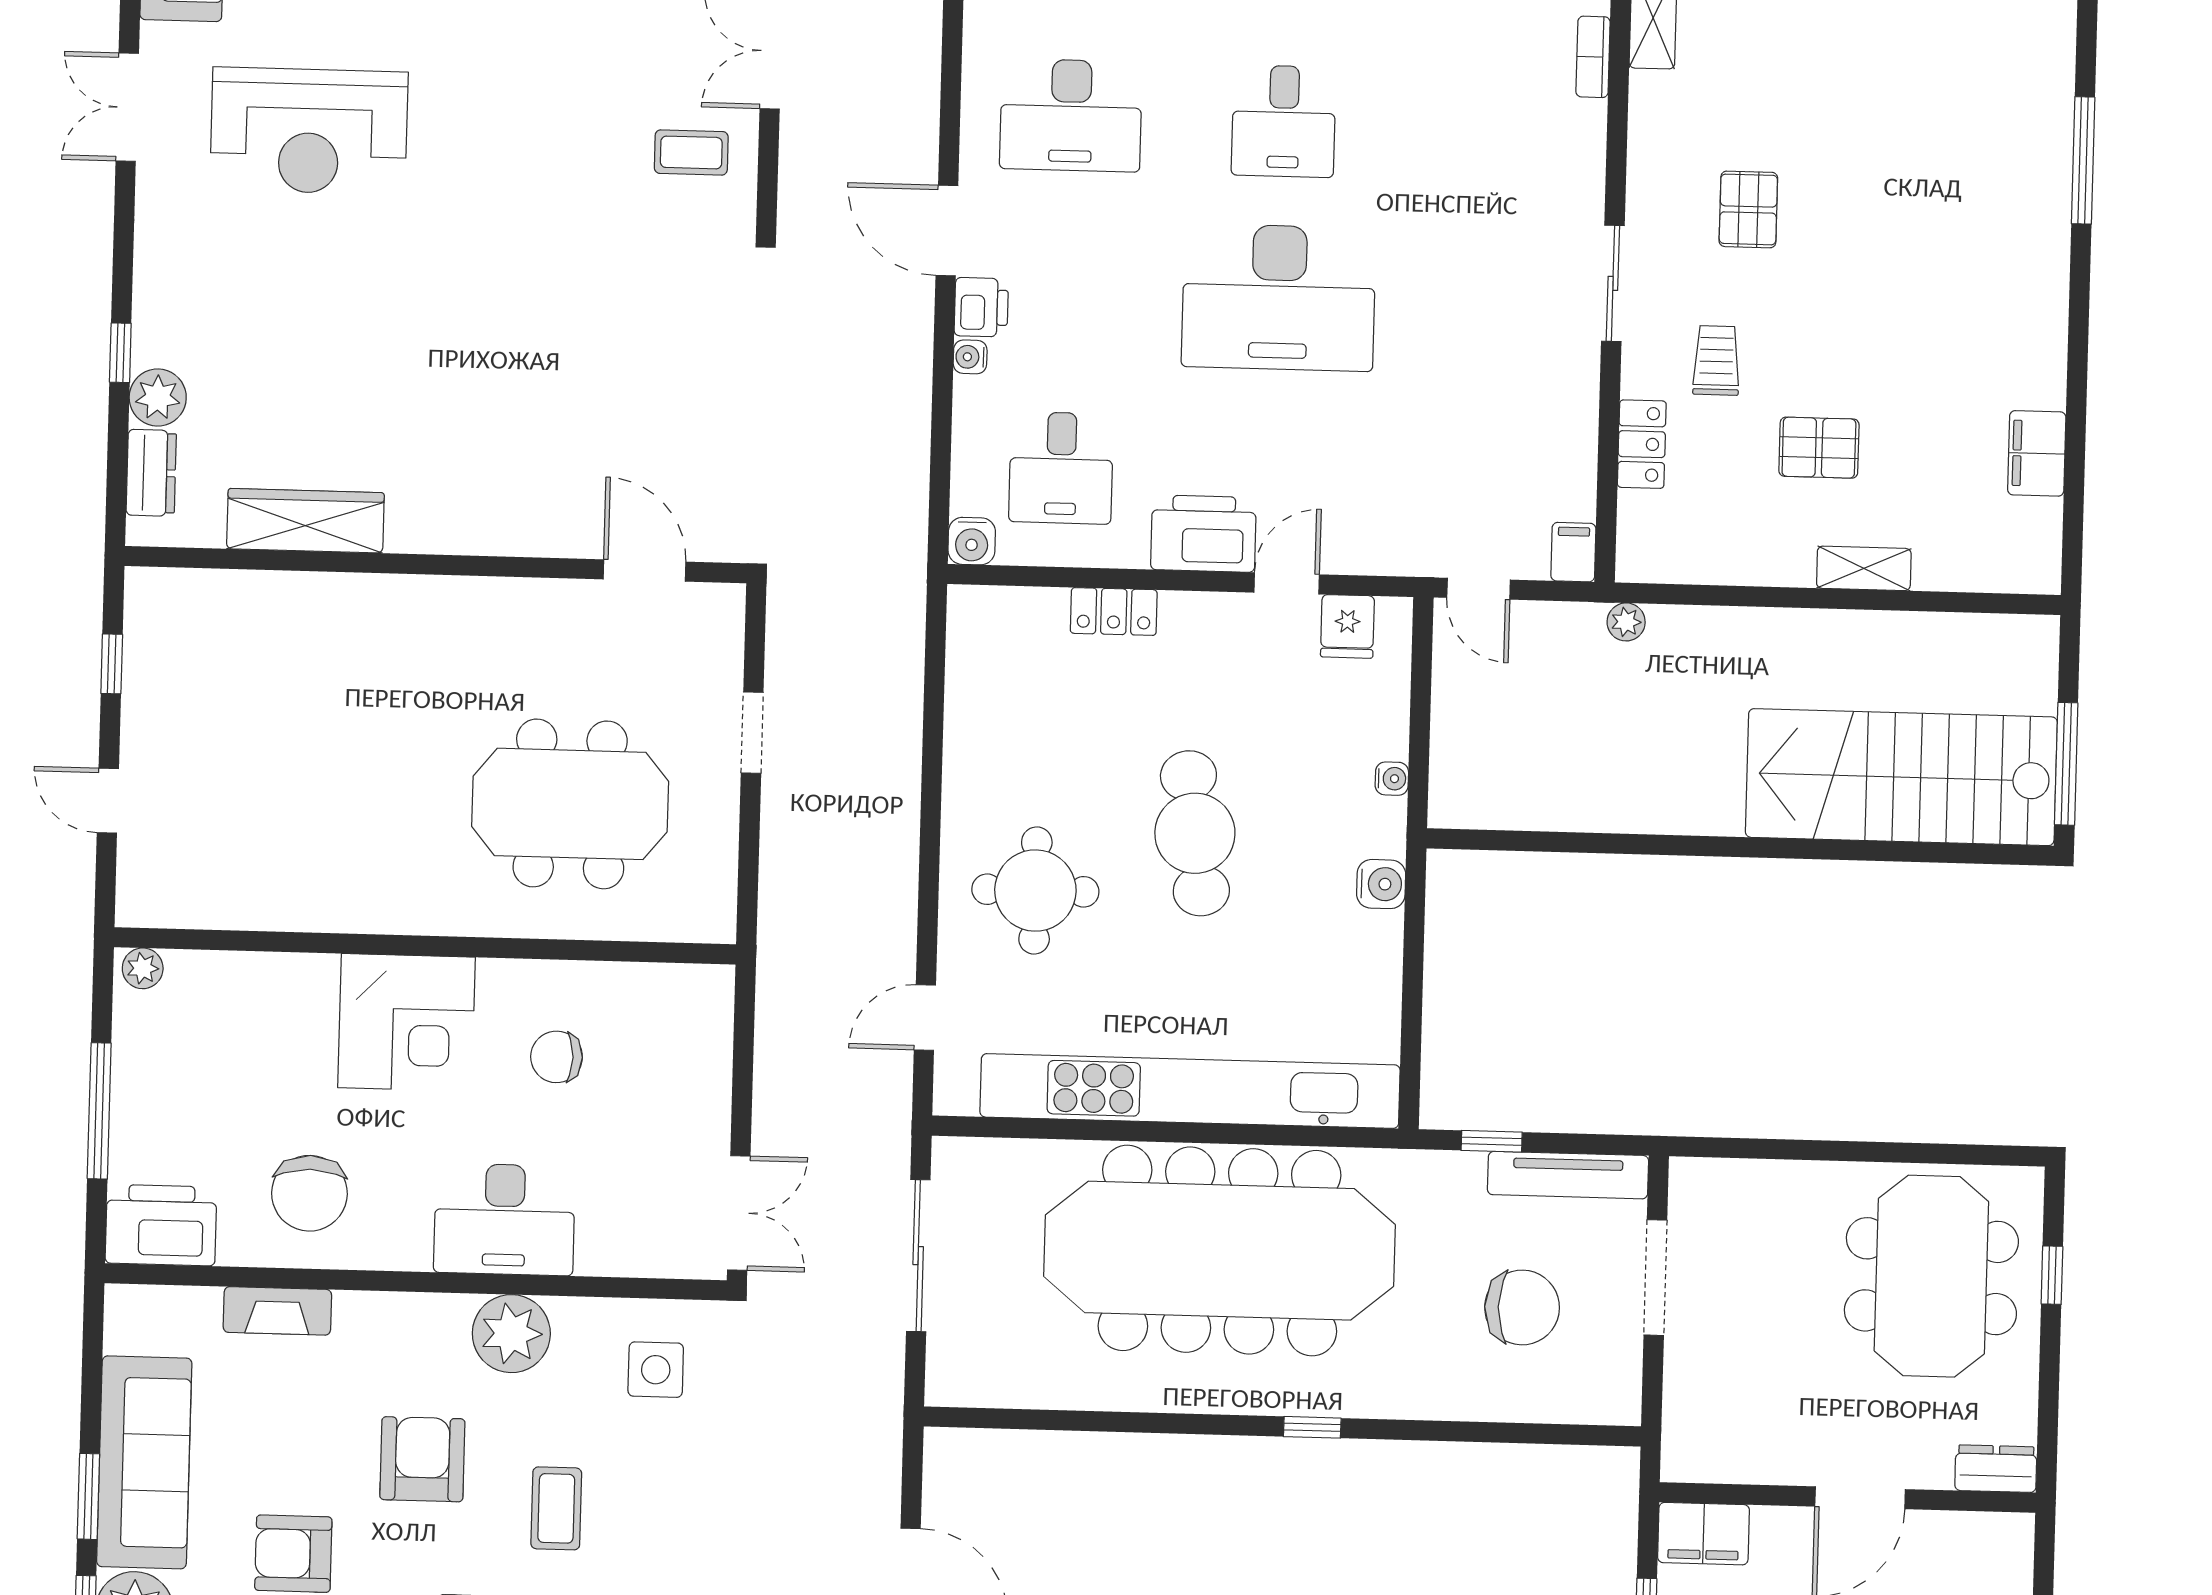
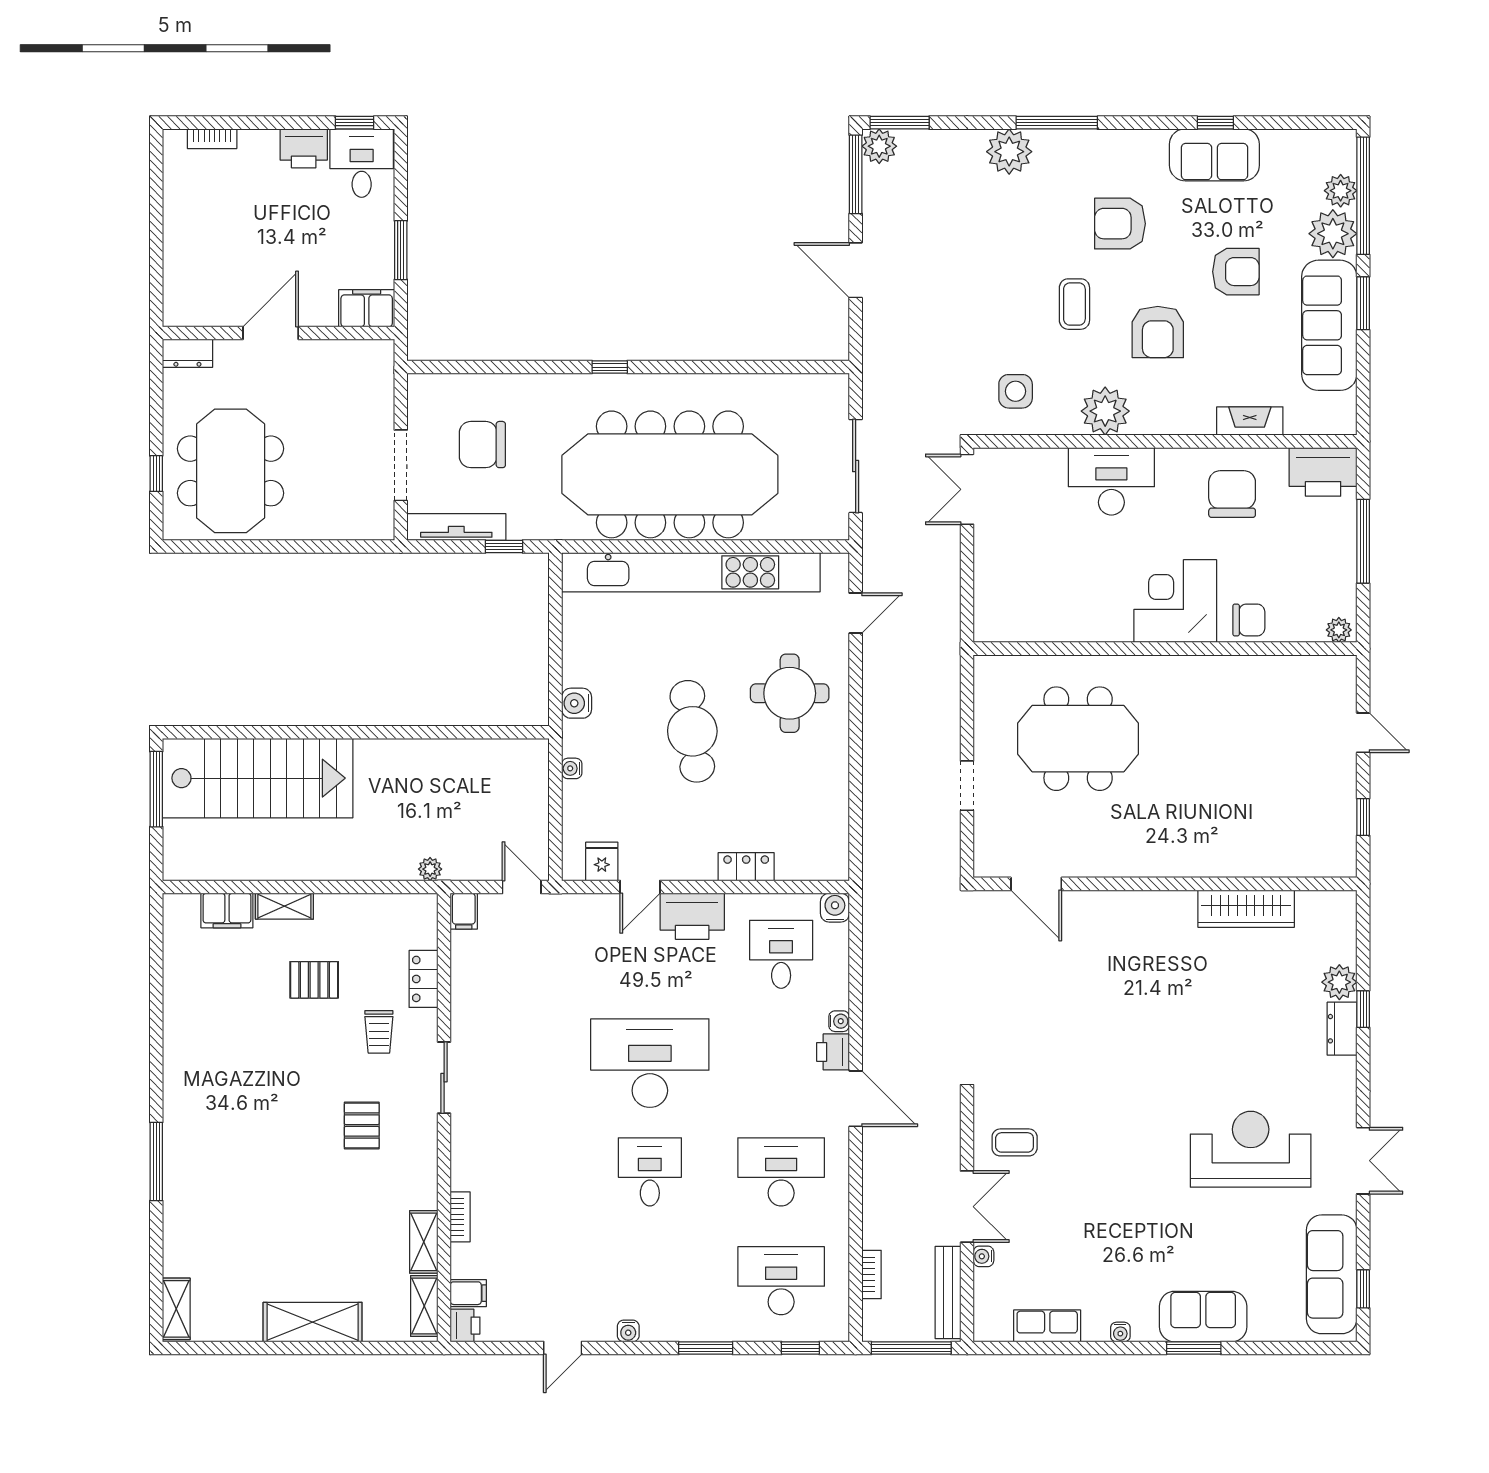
filing cabinet: (2037, 453) -> (227, 910), moved, turned 90
dresser: (151, 473) -> (1342, 1029), moved
chair: (557, 1057) -> (1249, 620), moved

